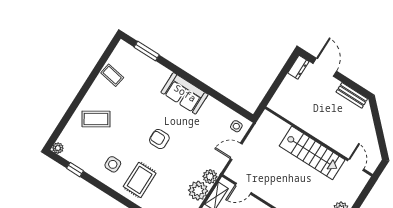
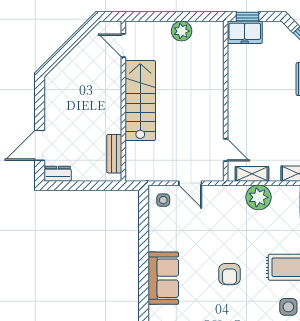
bench: (352, 95) -> (114, 154), moved
door: (356, 165) -> (123, 46), hinge flipped
plant: (210, 177) -> (235, 194), removed

